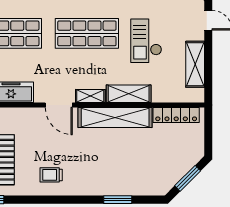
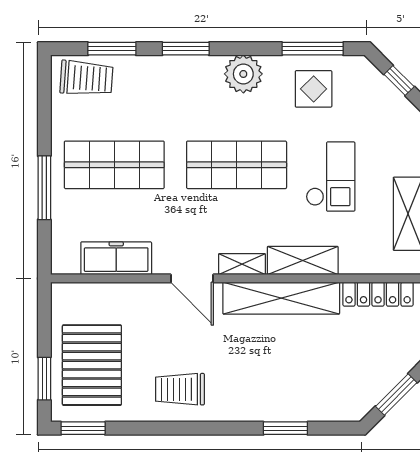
checkout: (146, 41) -> (331, 177), turned 180
trolley: (51, 175) -> (180, 389), width x1.36, depth x1.39

